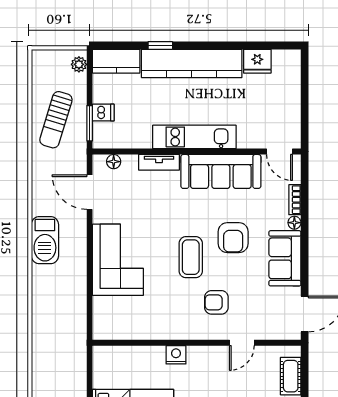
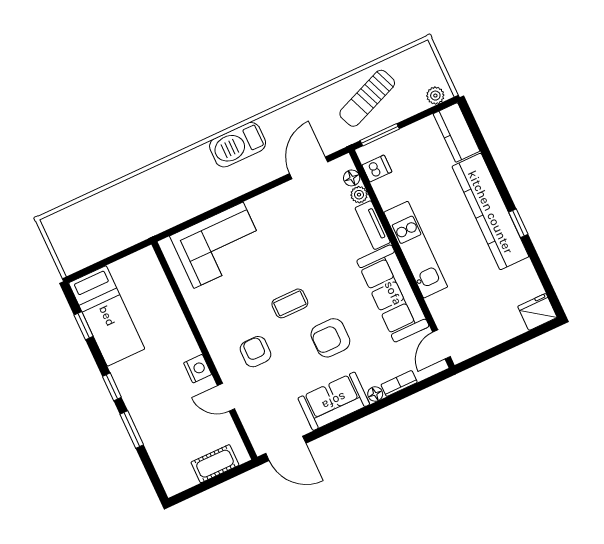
window: (160, 46) -> (518, 223), moved
fridge: (257, 61) -> (537, 312), moved, turned 90
dishwasher: (103, 113) -> (377, 169), moved, turned -90
sun lounger: (56, 120) -> (367, 98), turned -39
plant: (130, 162) -> (359, 195), added
coffee table: (191, 257) -> (290, 303), width x0.73, depth x0.77
corner sofa: (118, 260) -> (218, 245), moved
nightstand: (176, 355) -> (198, 369), moved

